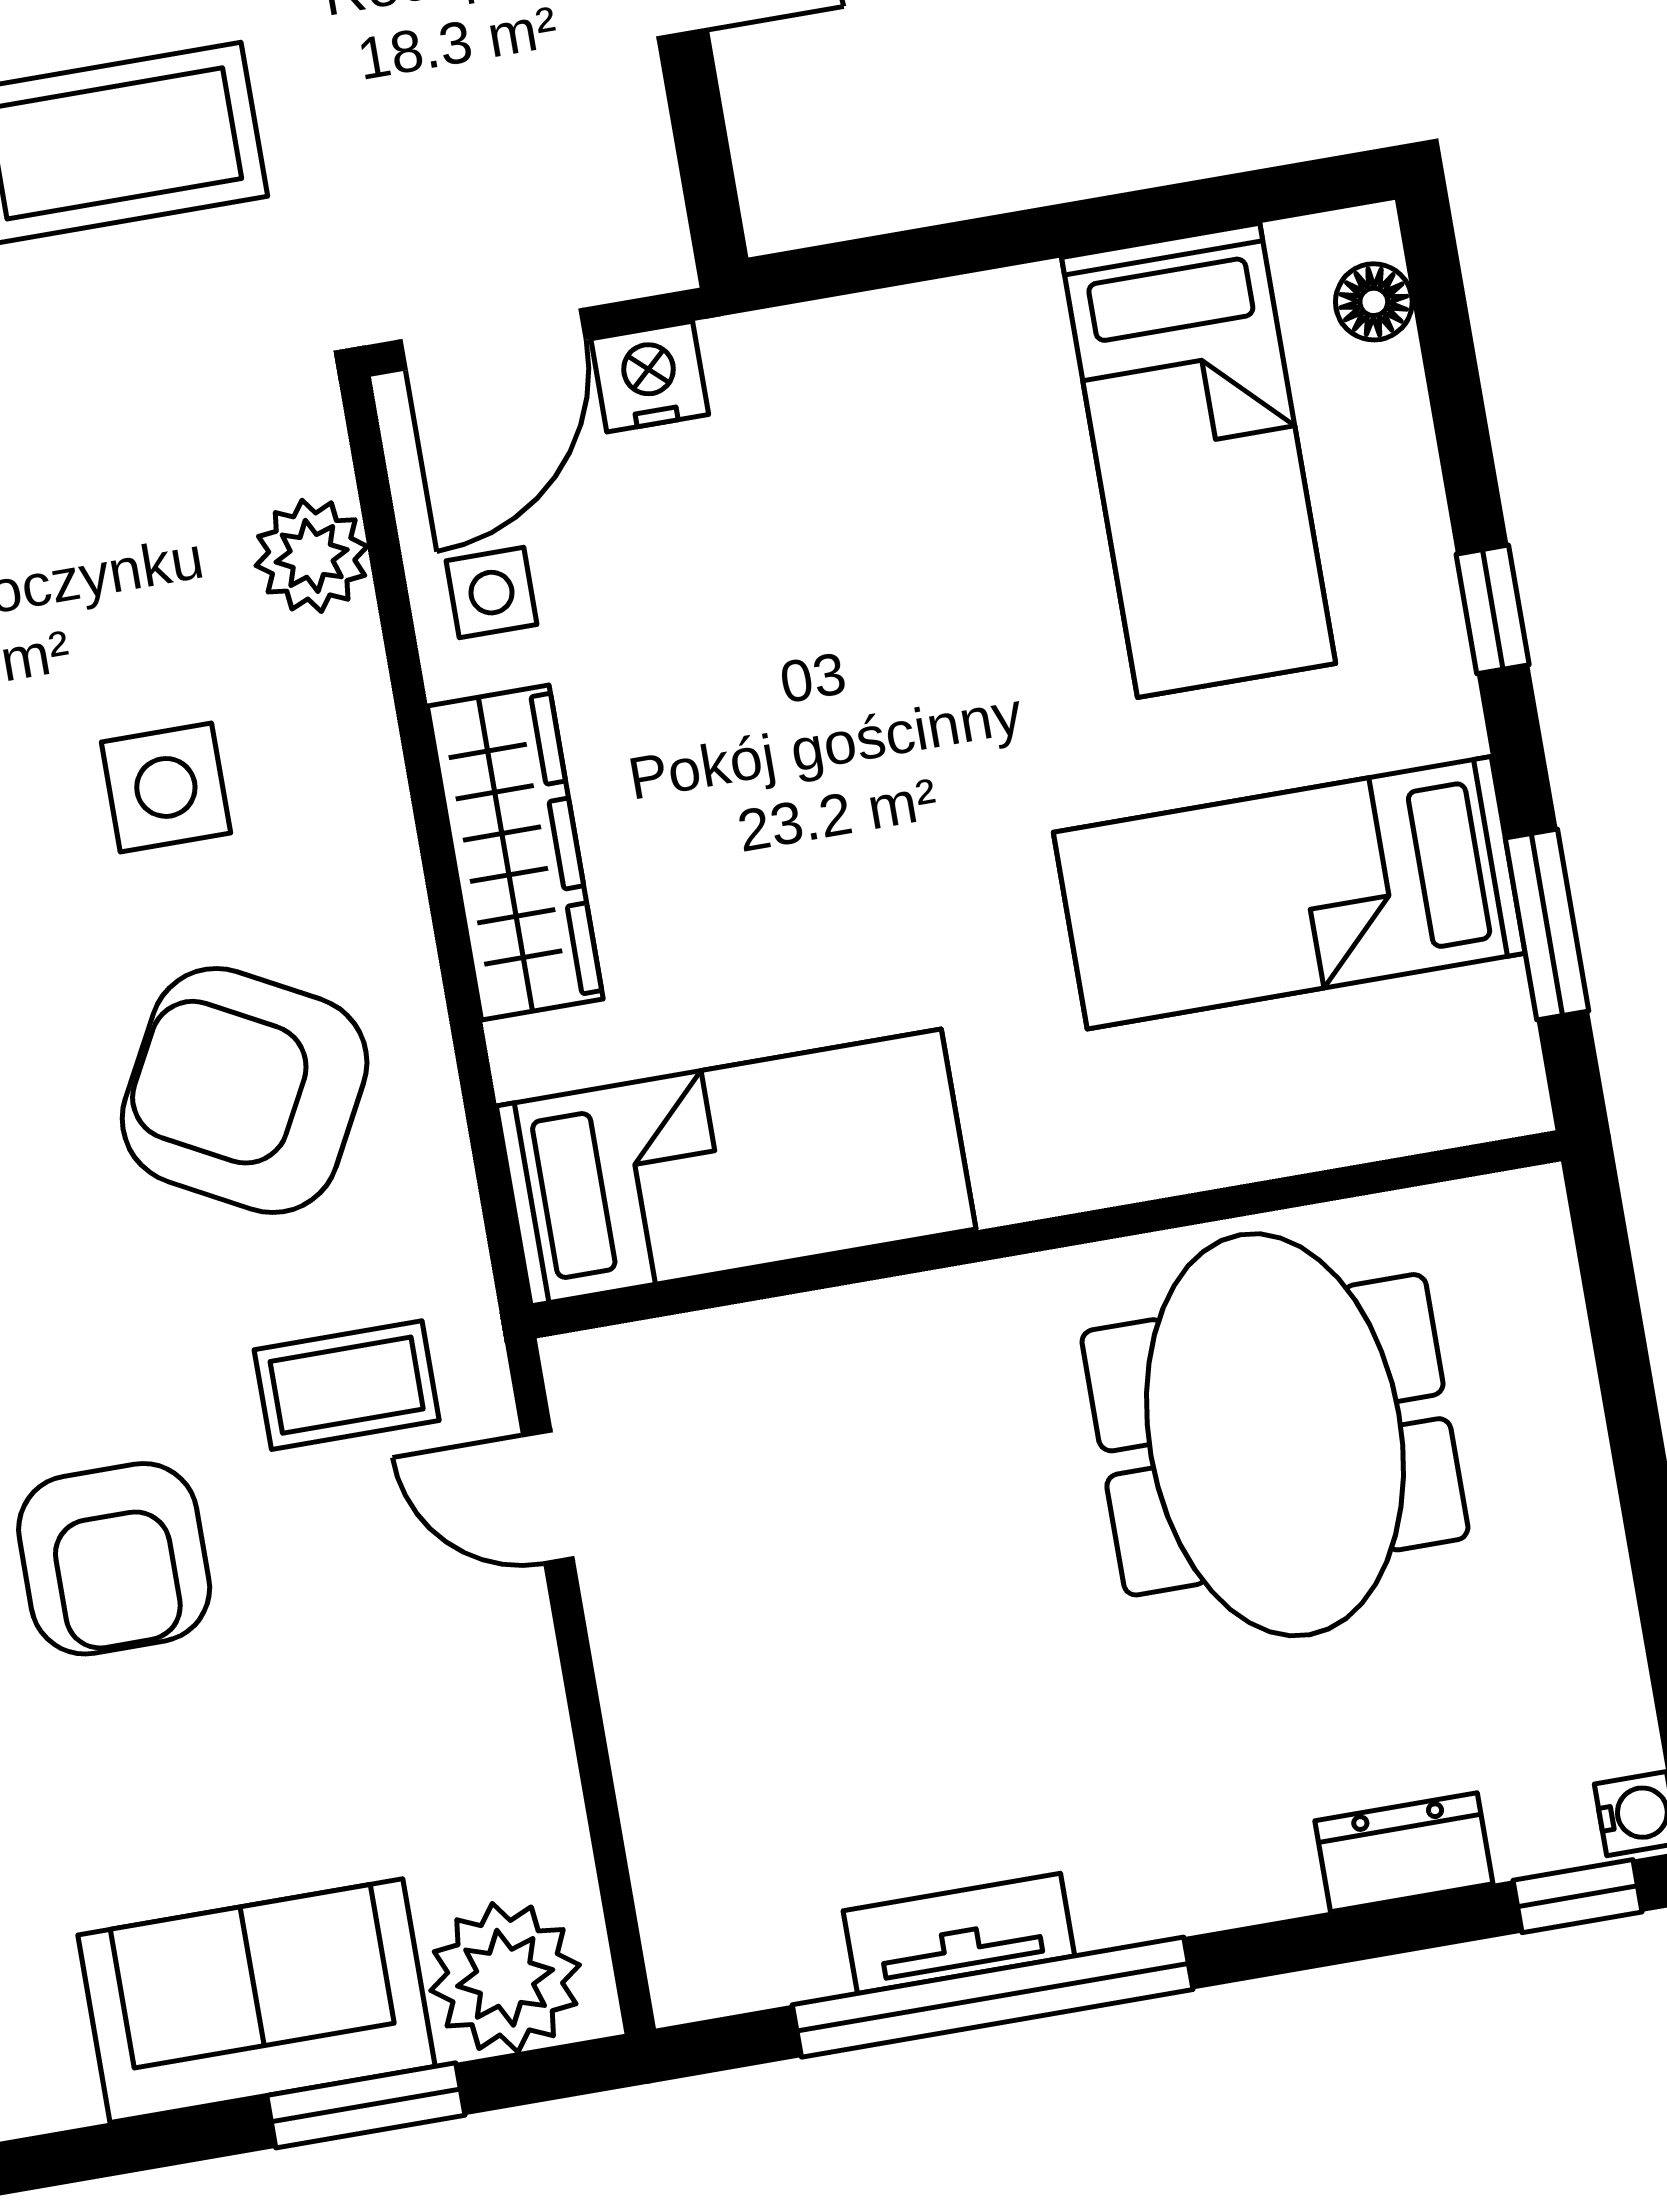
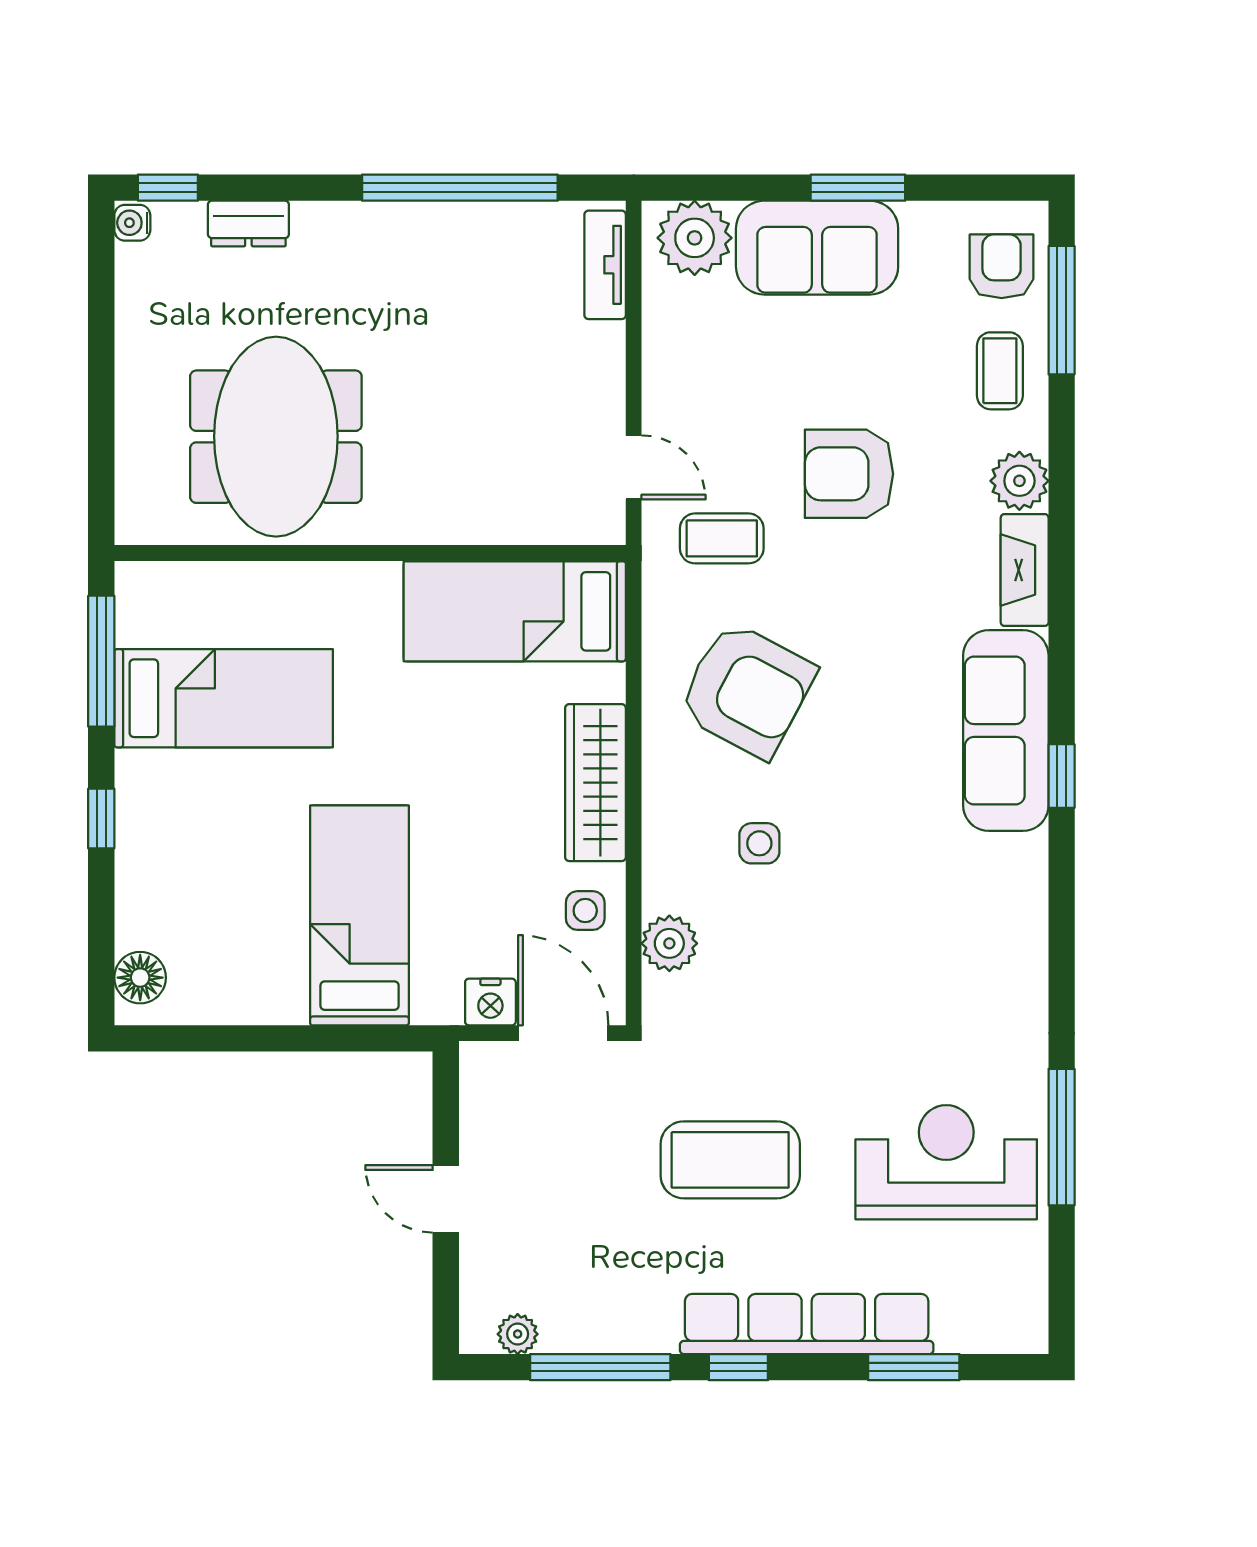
floor lamp: (1374, 302) -> (140, 978), width x1.37, depth x1.37
door: (493, 339) -> (563, 1033), hinge flipped
bed: (1199, 460) -> (360, 915), moved
side table: (166, 787) -> (759, 843), width x0.73, depth x0.73
window: (1547, 924) -> (101, 661), width x1.44
armchair: (114, 1559) -> (849, 474), turned -90
tv unit: (959, 1933) -> (605, 265), moved, turned 90
window: (366, 2105) -> (858, 188), moved

